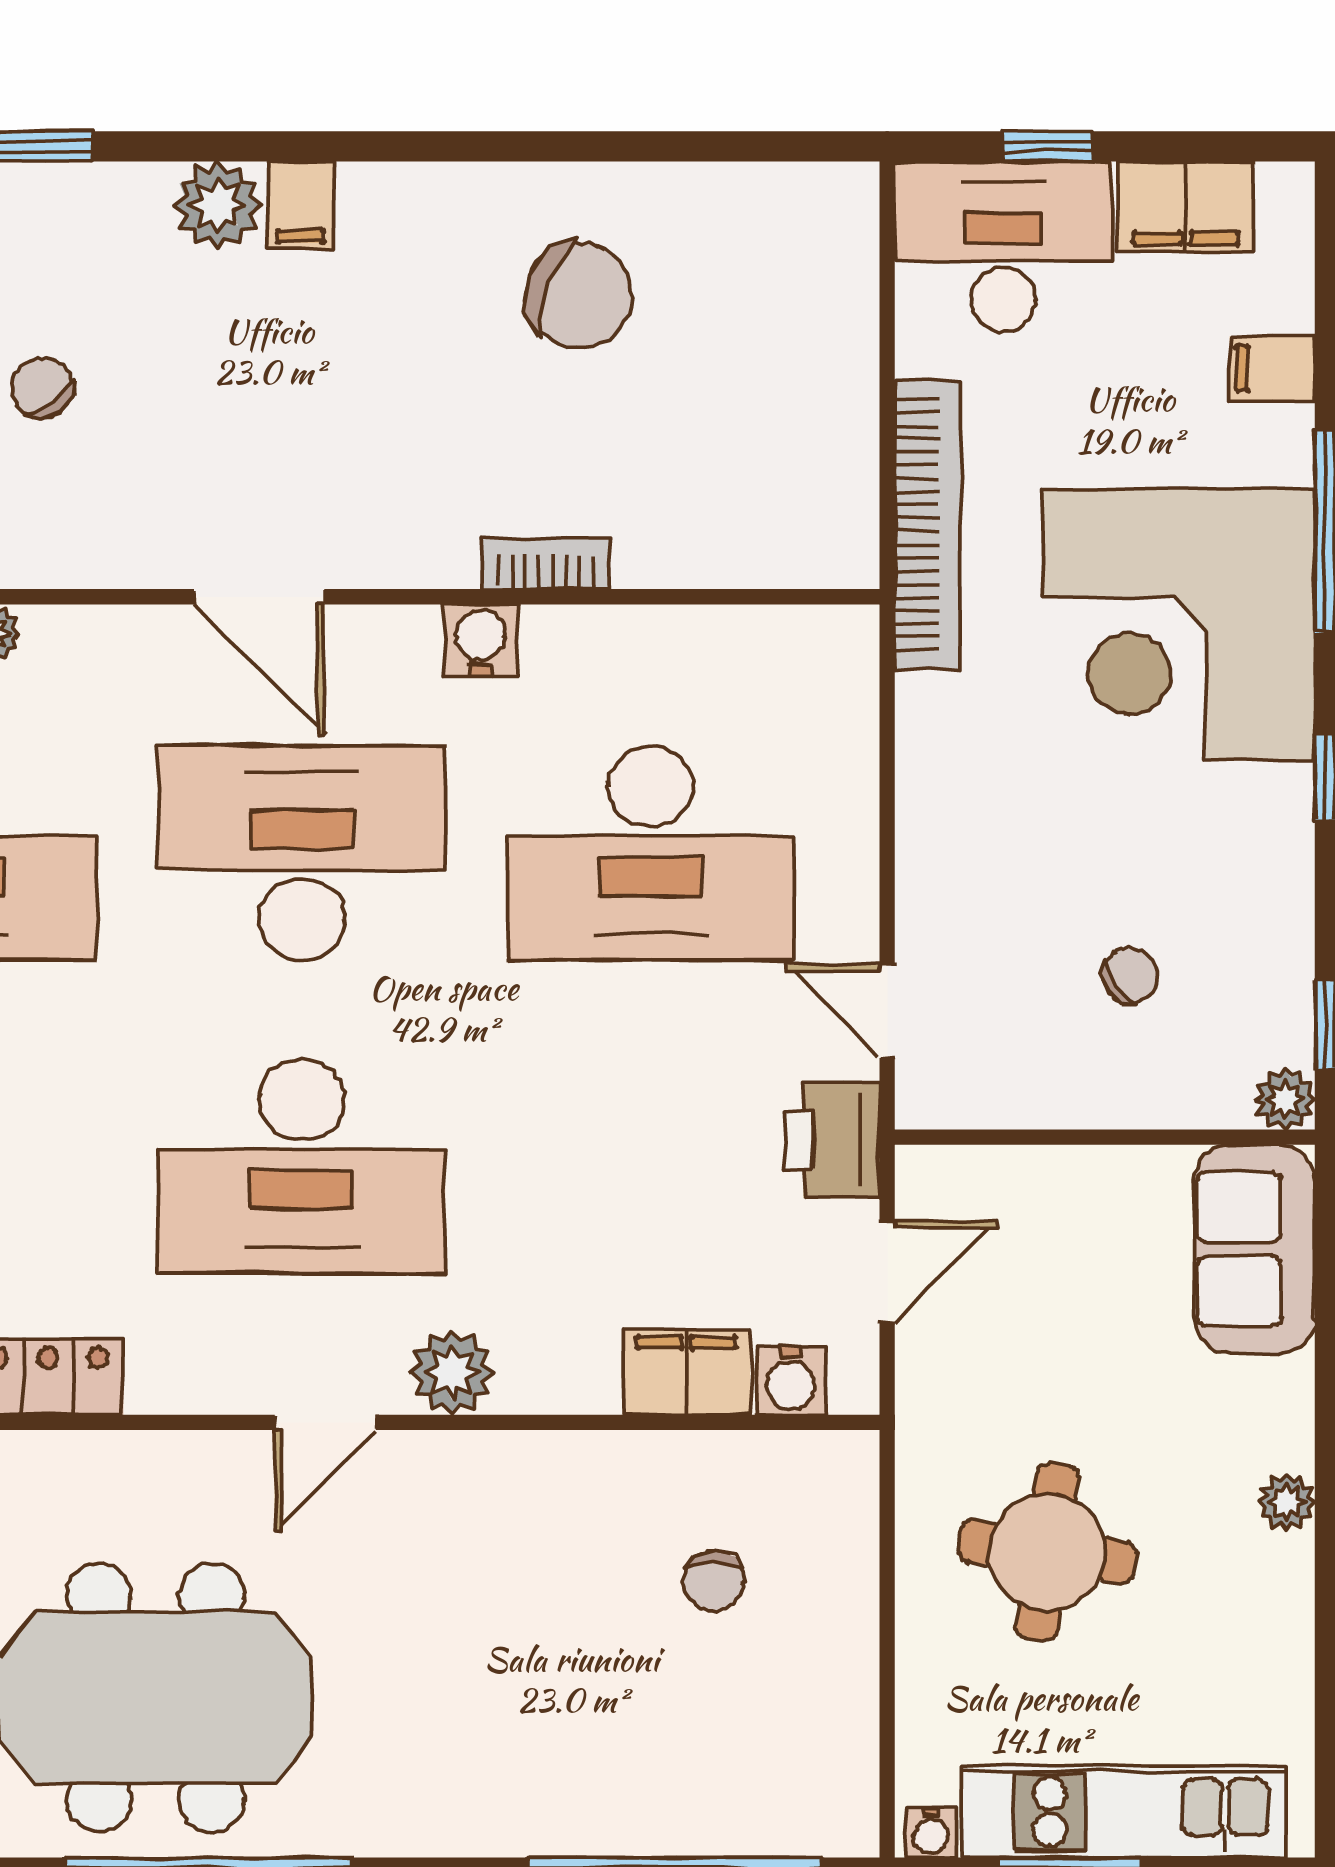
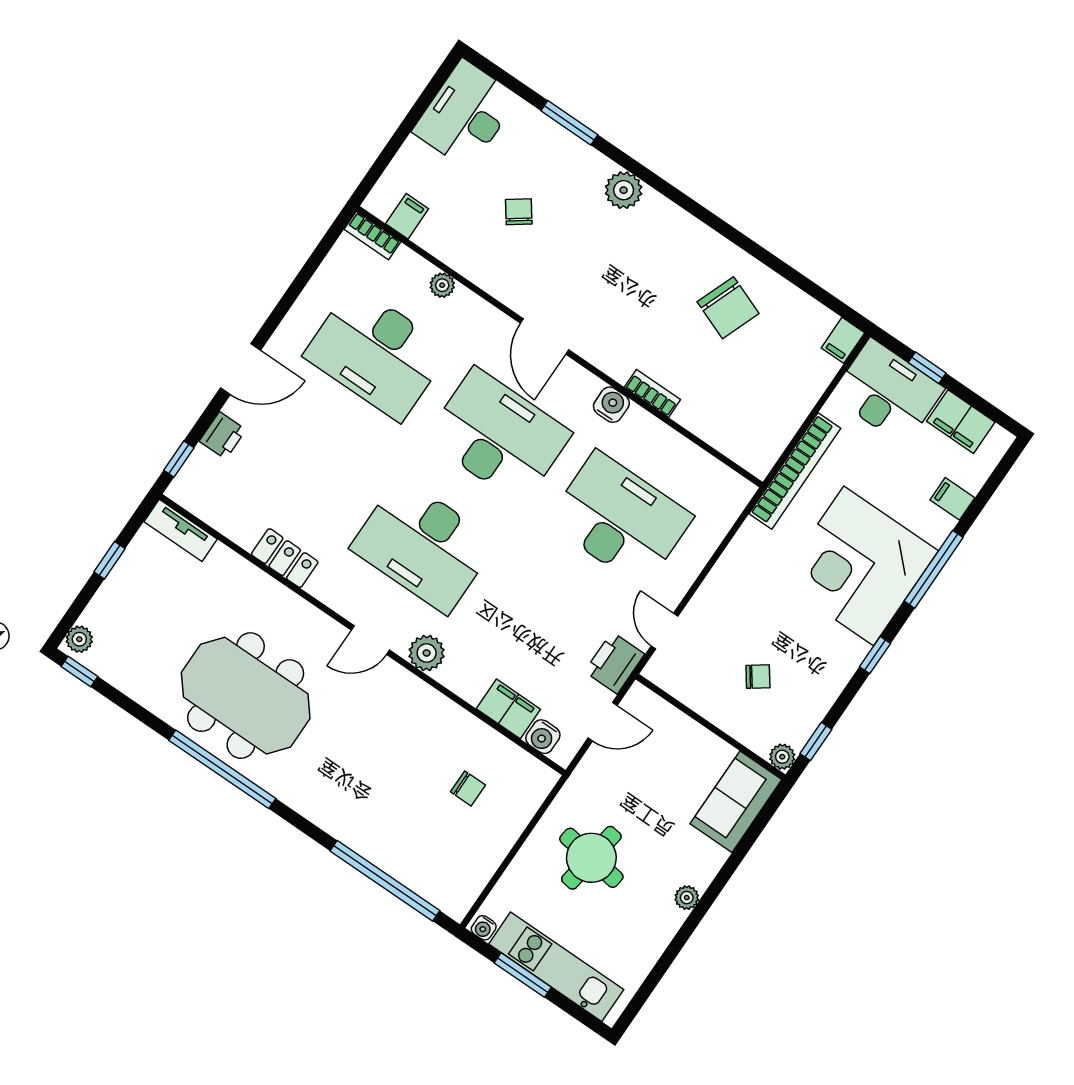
filing cabinet: (301, 205) -> (843, 340), moved
desk: (650, 853) -> (620, 519), turned 180
chair: (714, 1581) -> (468, 788), turned -90

